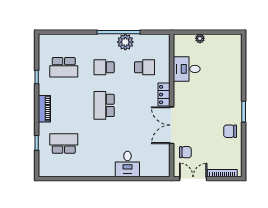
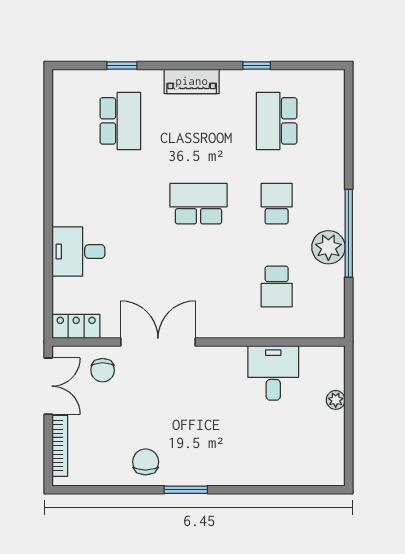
locker: (164, 95) -> (76, 326), moved

